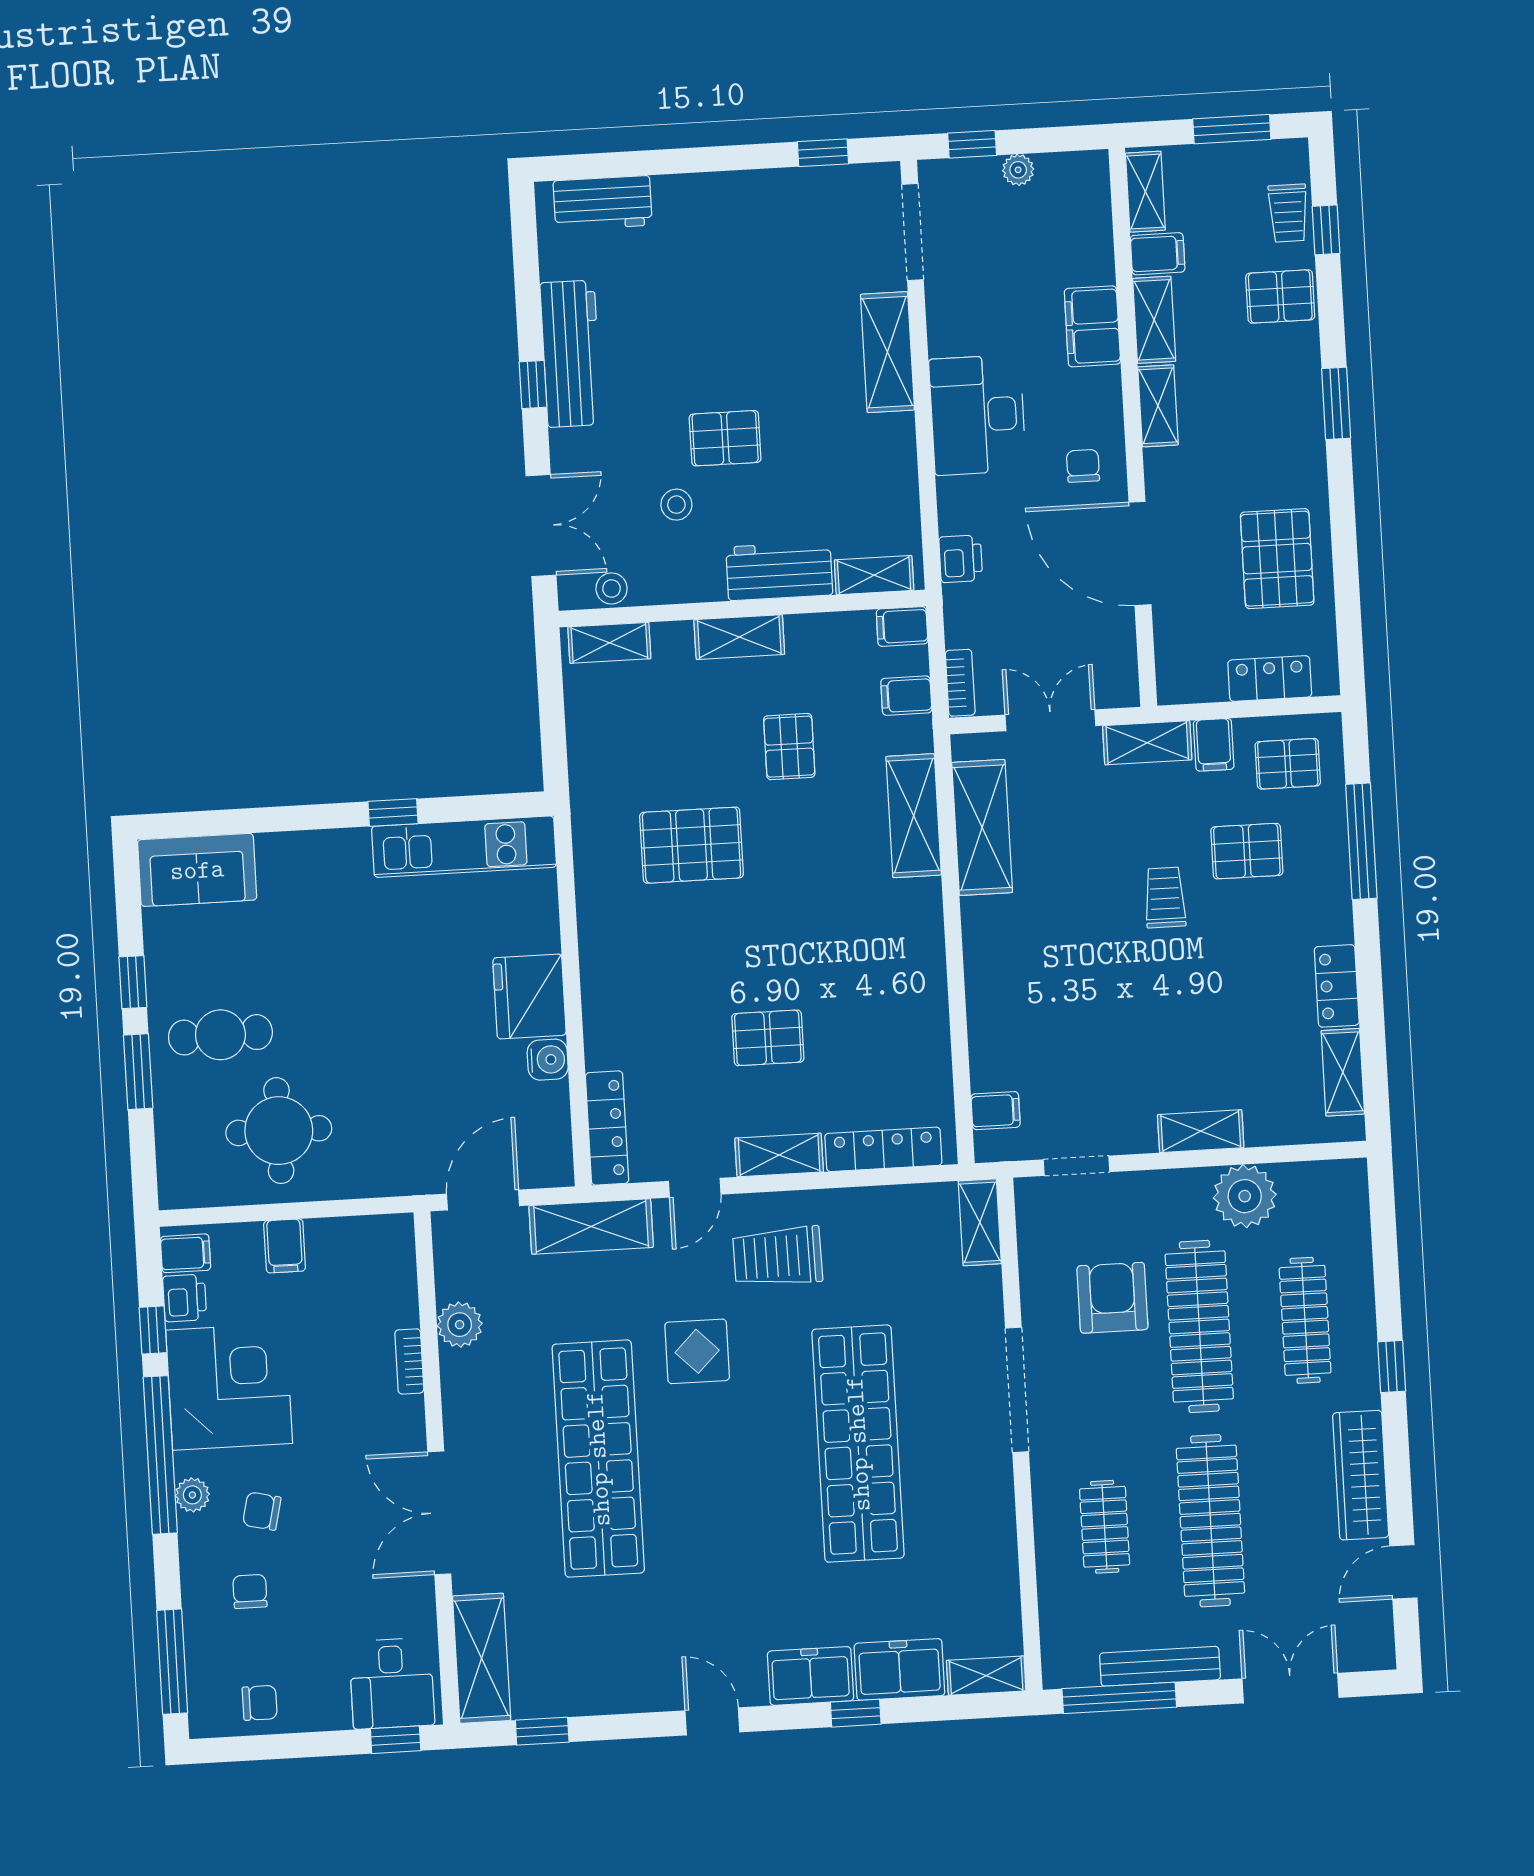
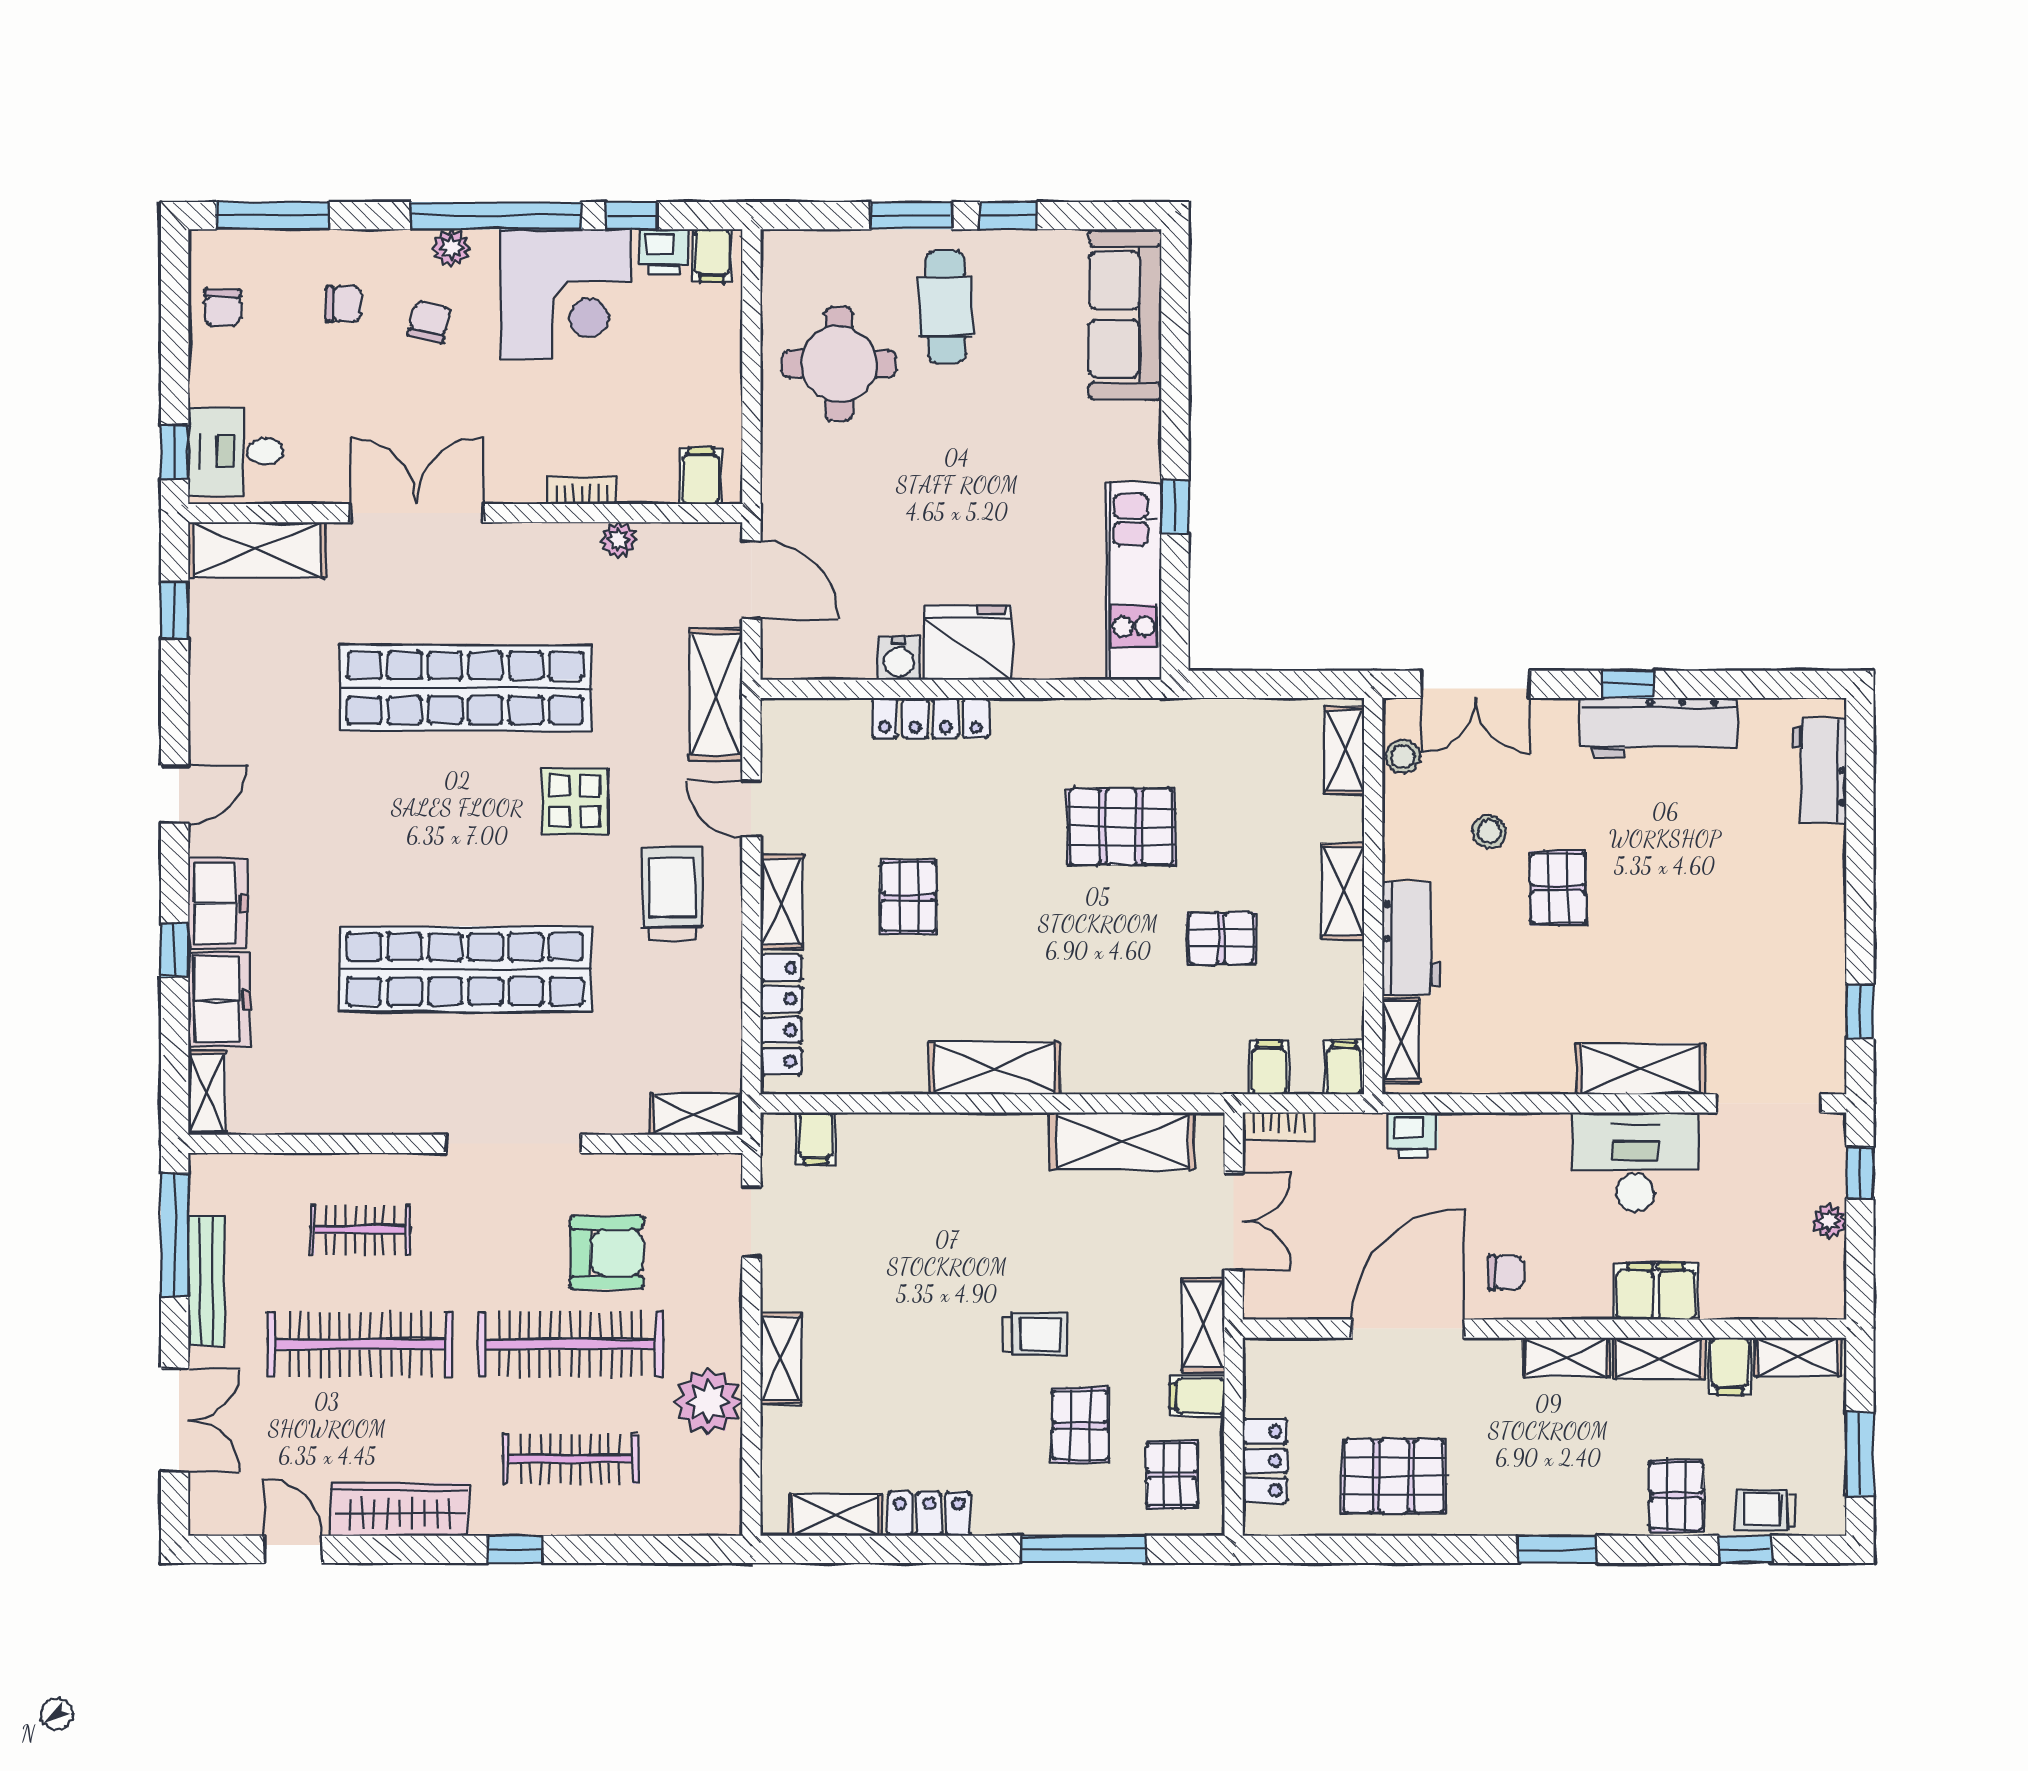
desk: (977, 415) -> (1635, 1162), moved
shelving: (914, 816) -> (995, 1068), moved
pallet: (691, 845) -> (1121, 827), turned 90
sofa: (197, 870) -> (1125, 314), width x1.36
locker: (607, 1128) -> (930, 718), moved
filing cabinet: (285, 1246) -> (701, 476), moved, turned 90
plant: (460, 1325) -> (618, 540), width x0.73, depth x0.73

